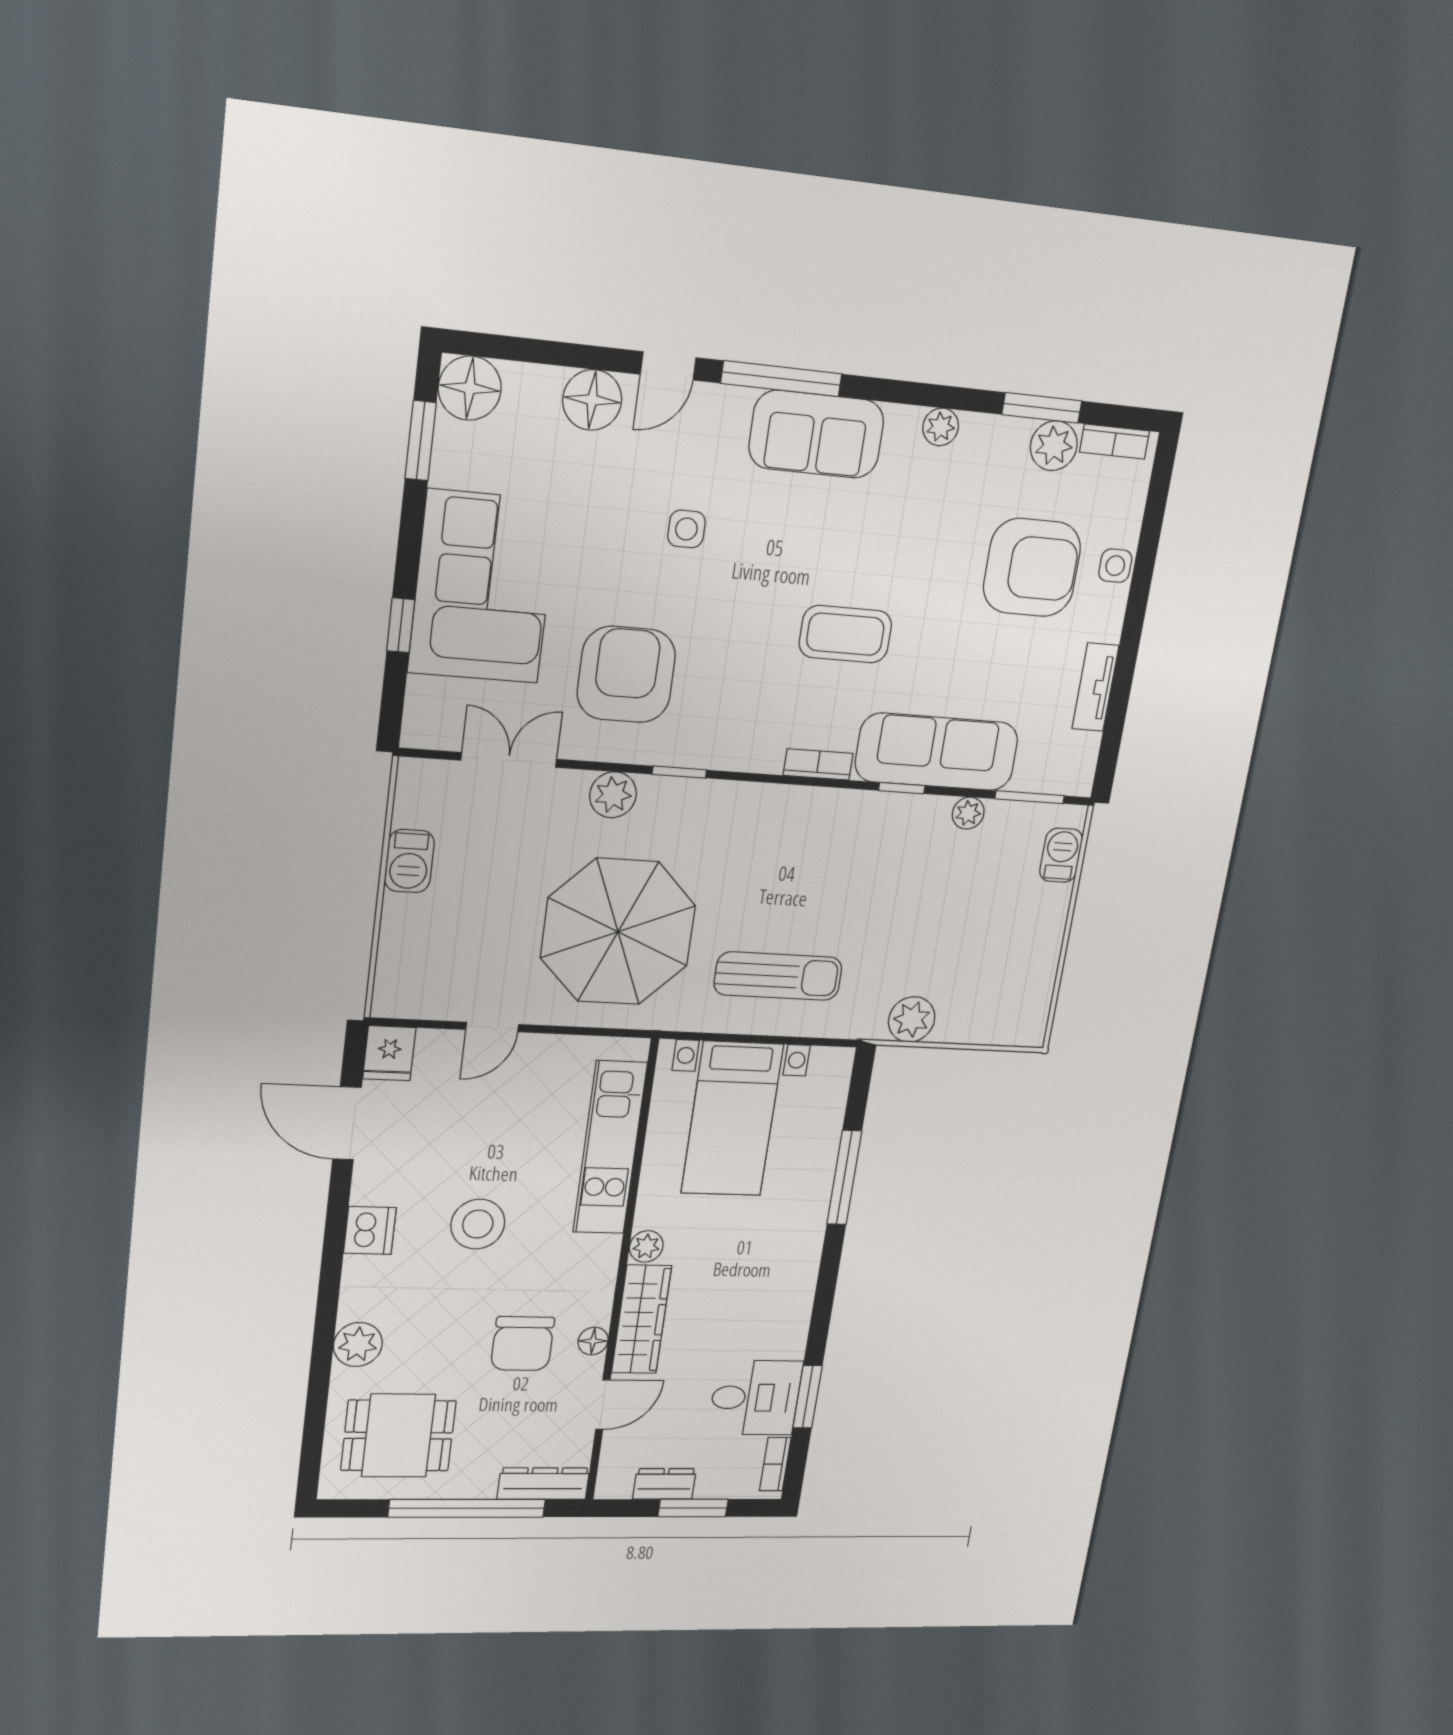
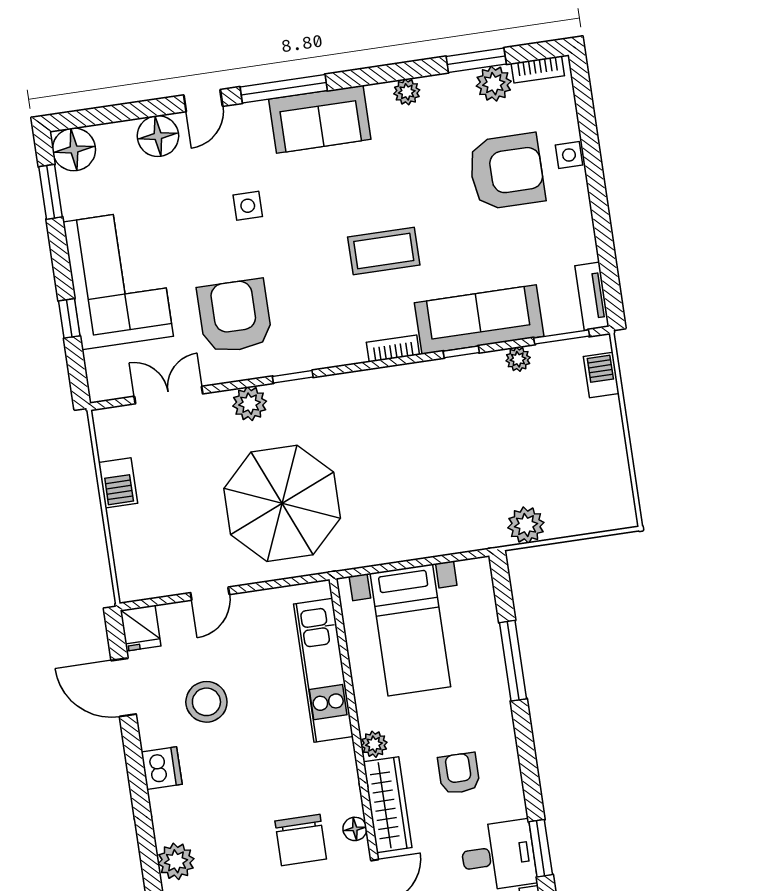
tv unit: (1095, 687) -> (592, 296), moved
sun lounger: (778, 976) -> (412, 512), removed
stool: (478, 1224) -> (206, 702), moved
armchair: (738, 1297) -> (459, 773), added

